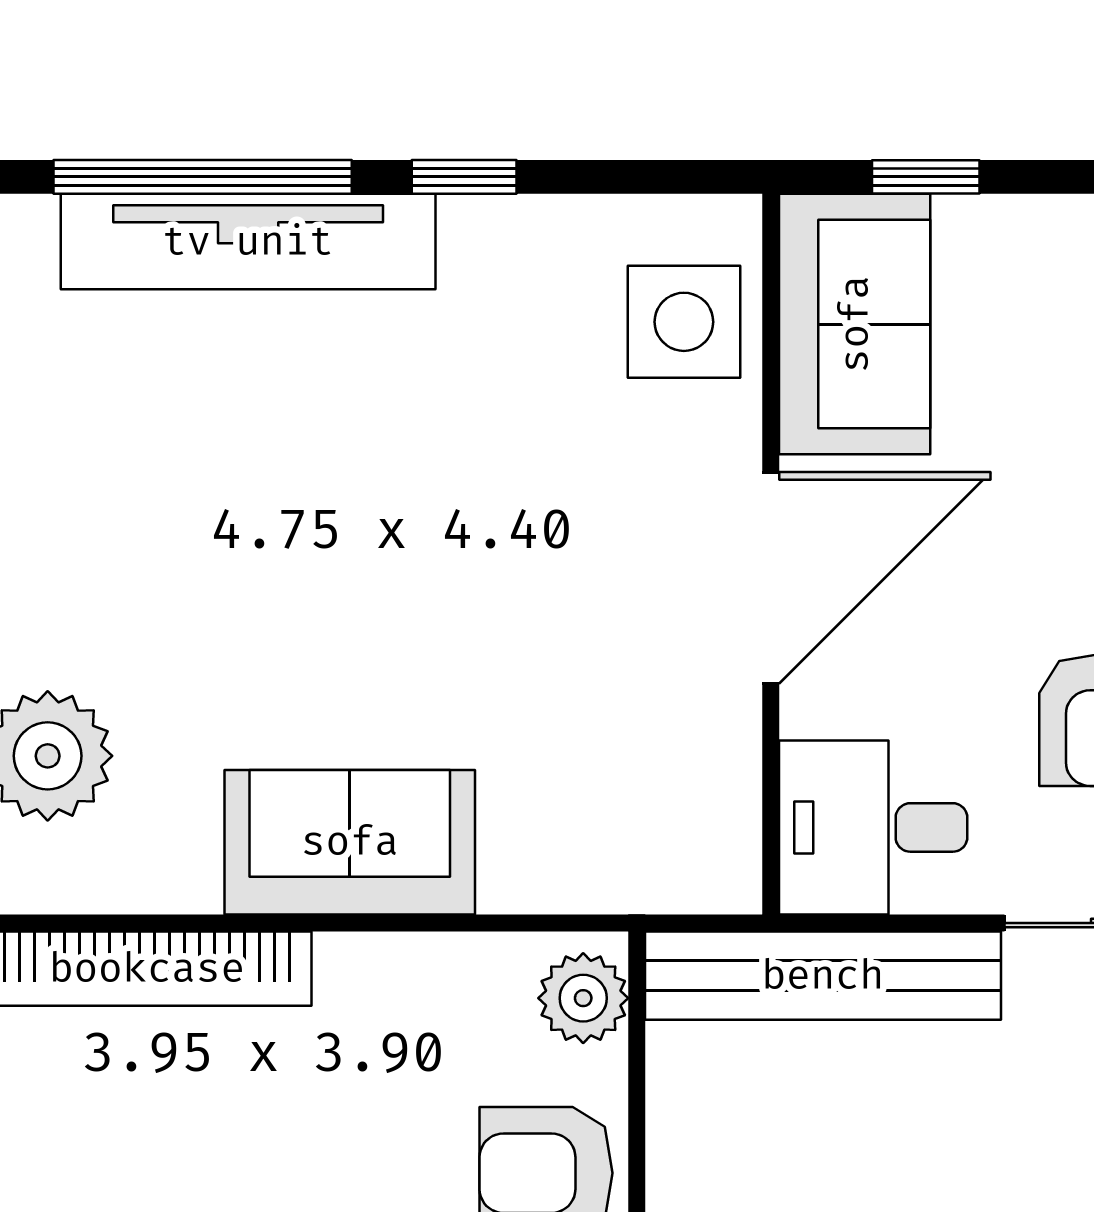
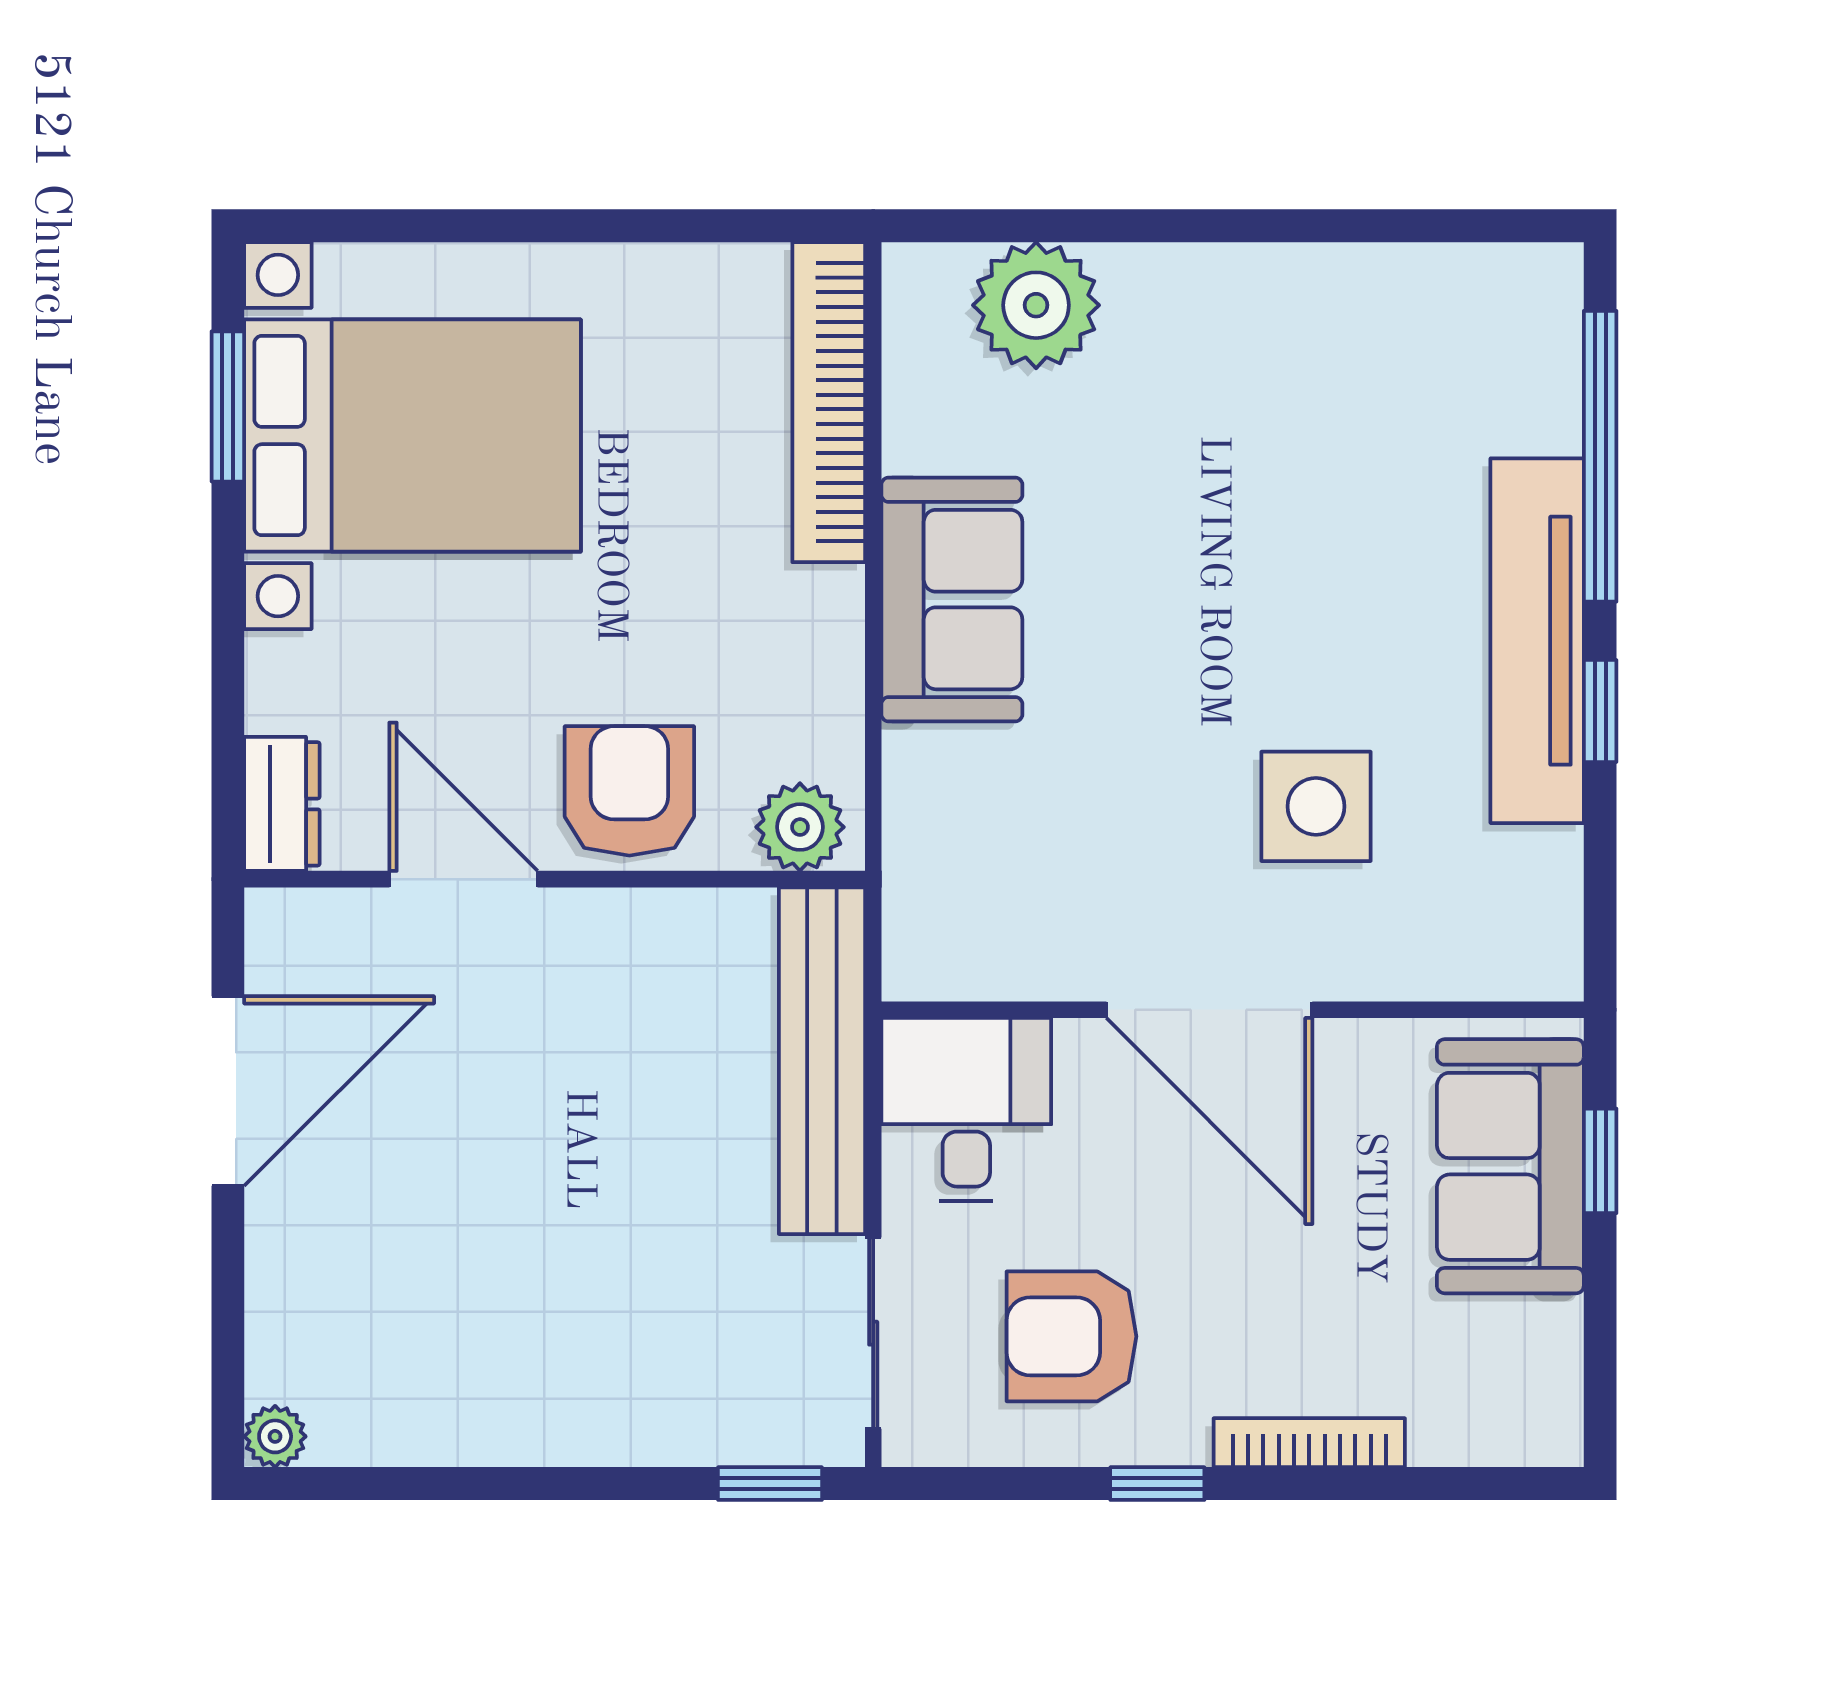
tv unit: (248, 242) -> (1537, 641), moved
side table: (684, 322) -> (1316, 806), moved
sofa: (855, 324) -> (1510, 1166), moved, turned 90

